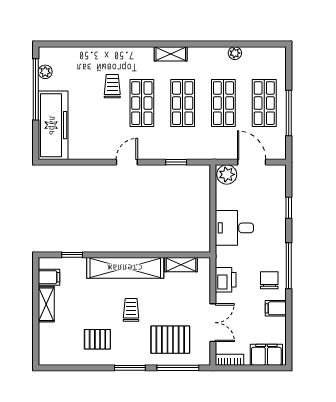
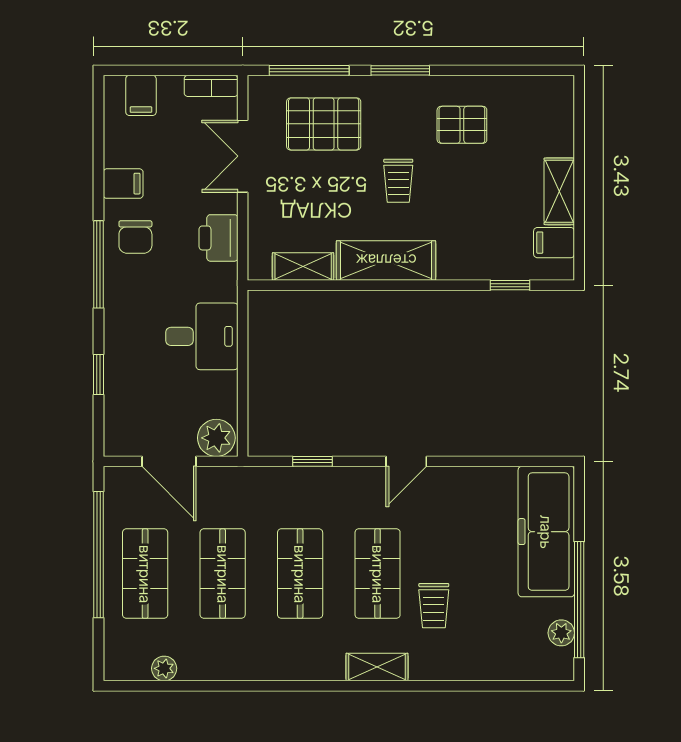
plant: (235, 53) -> (164, 668), moved
shelving: (171, 54) -> (377, 667), moved
window: (289, 113) -> (98, 555), width x1.46
shelving: (125, 268) -> (386, 260), width x0.68
filing cabinet: (266, 355) -> (141, 95), width x0.50

